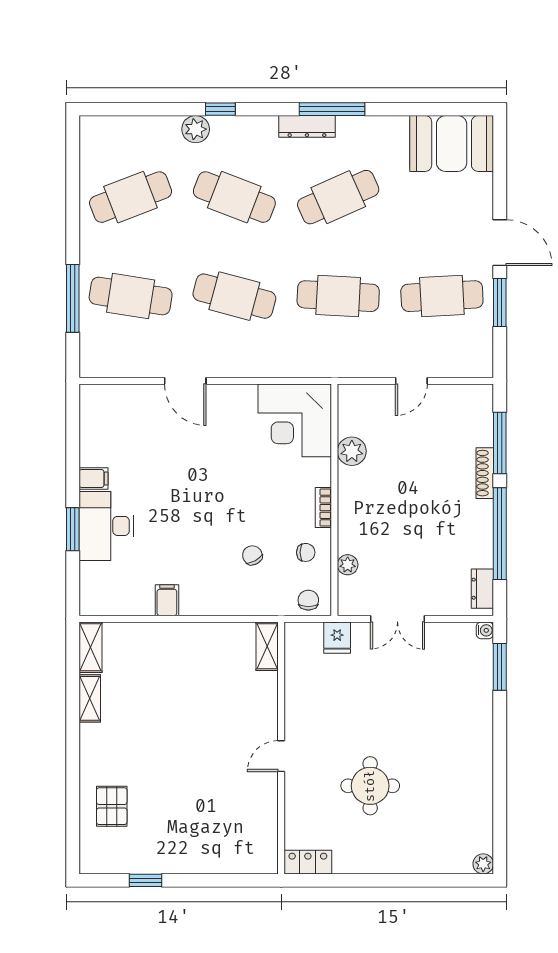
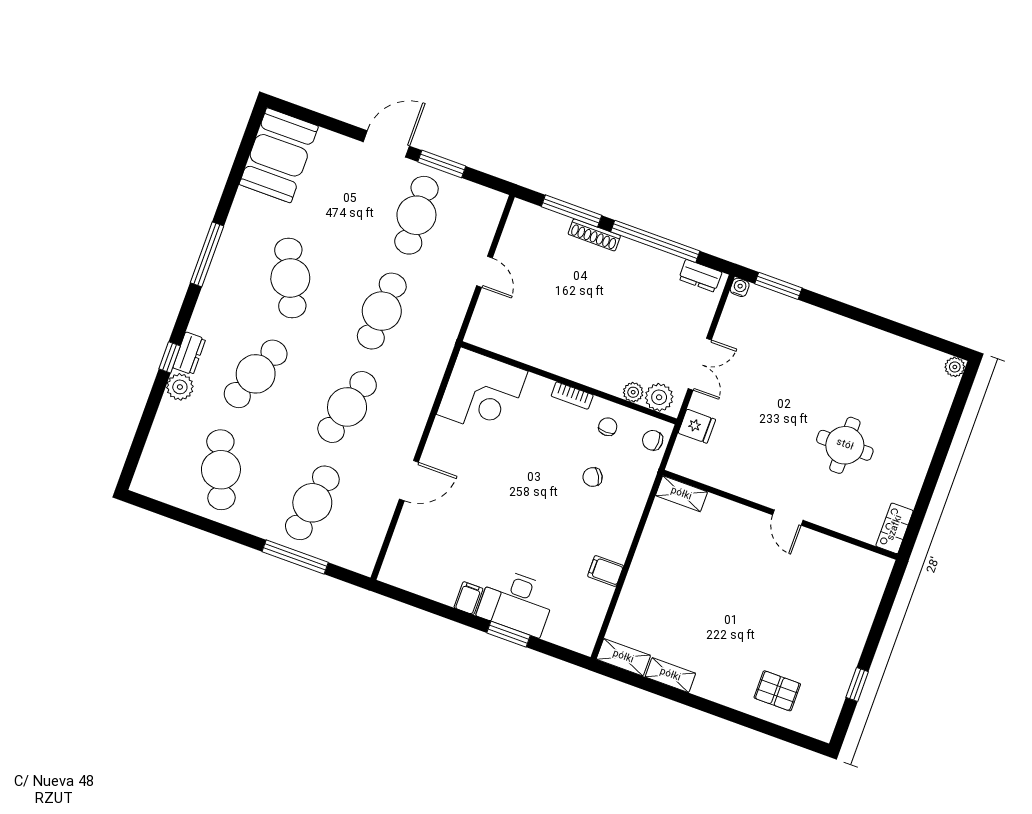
dresser: (307, 126) -> (189, 353), moved, width x0.70
plant: (352, 451) -> (659, 397), moved

